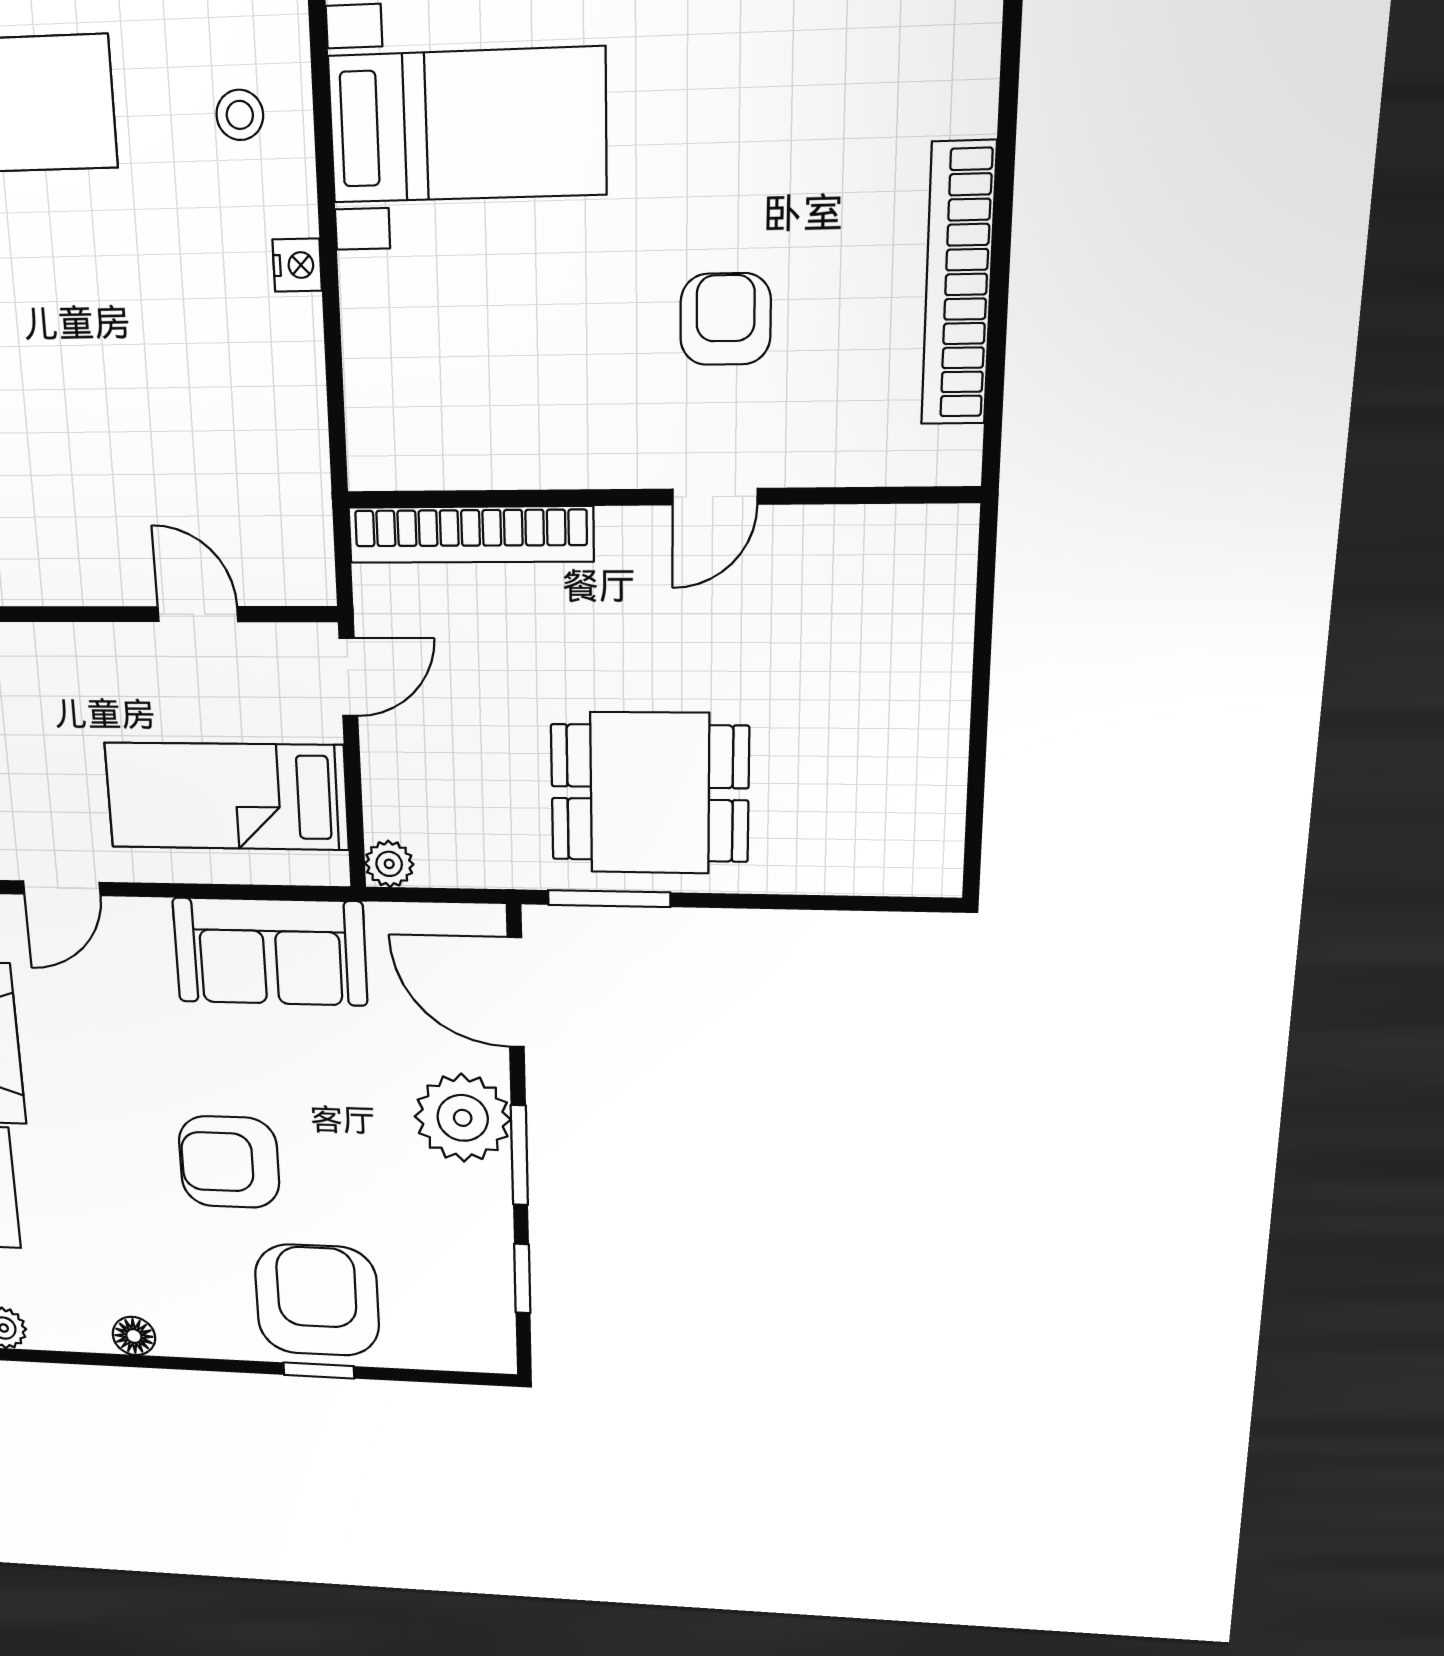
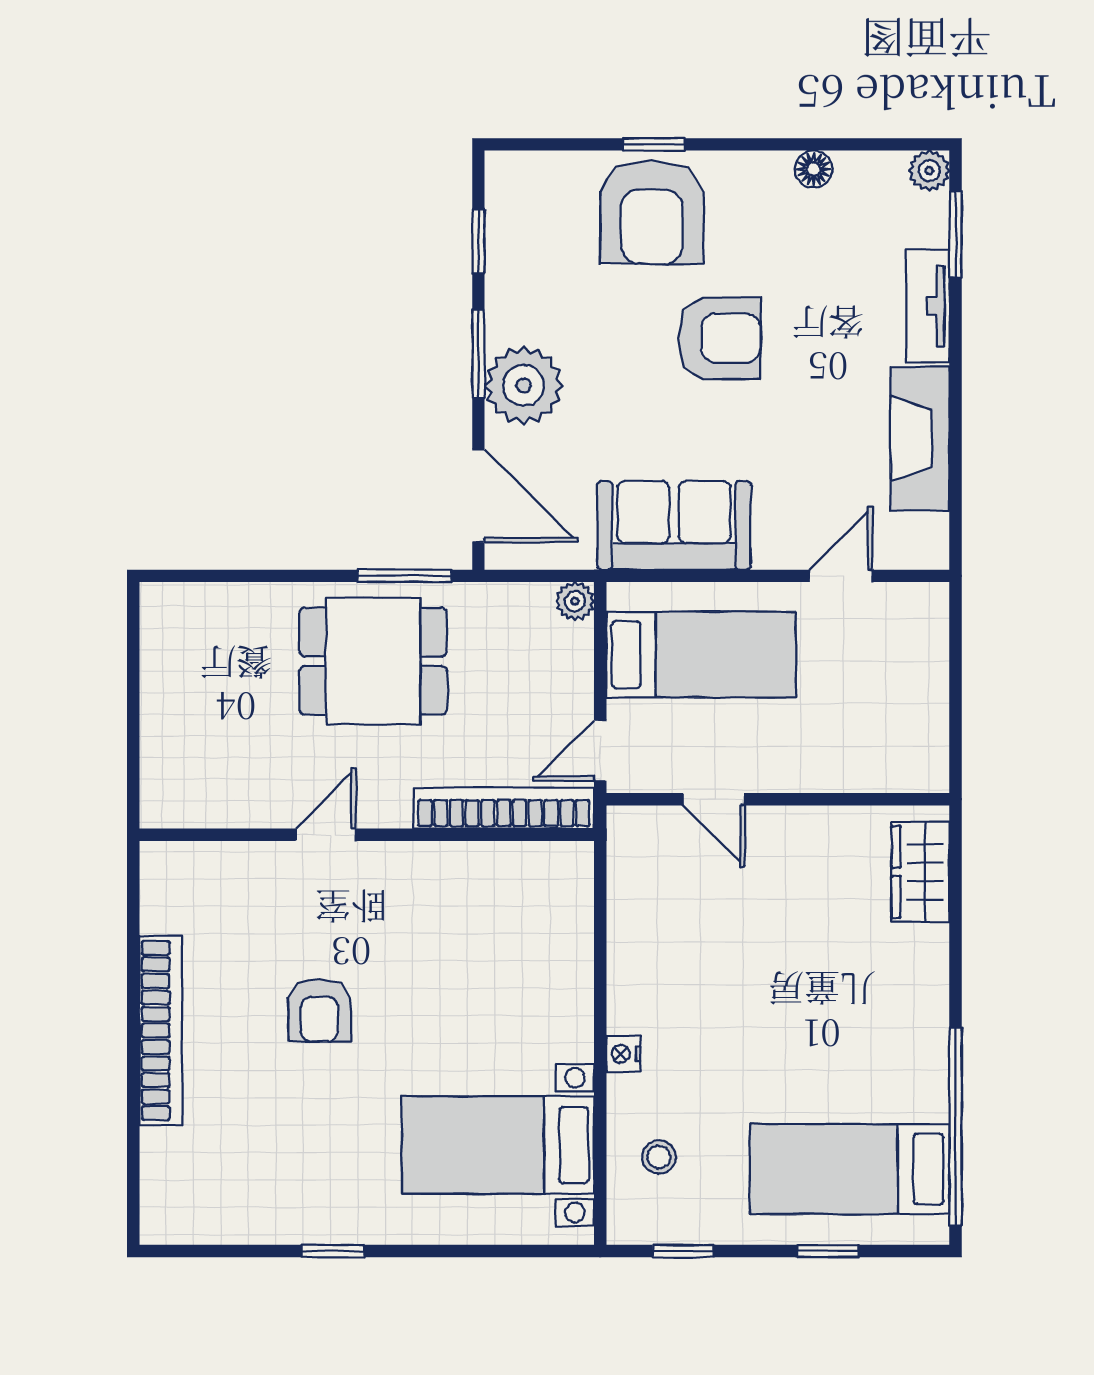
wall: (658, 497) -> (367, 835), moved
door: (715, 497) -> (326, 835), moved
bookcase: (471, 535) -> (504, 808), moved

